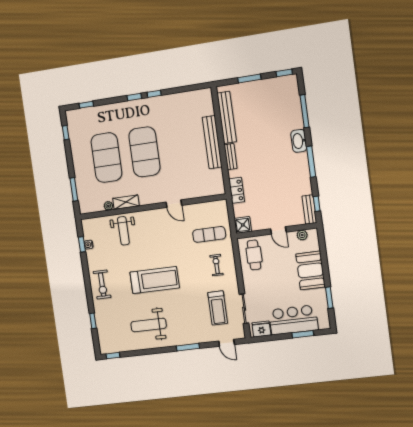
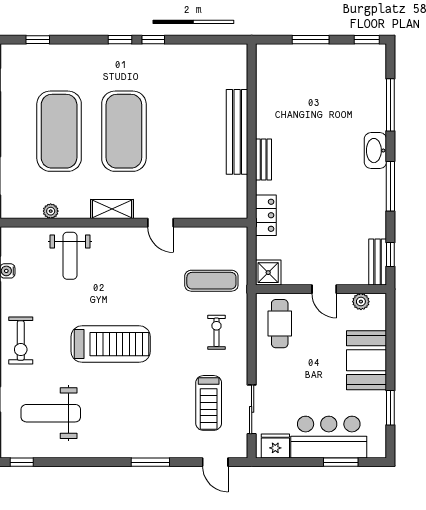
bench: (227, 117) -> (266, 96), removed
shelving: (126, 202) -> (112, 209), moved
weight bench: (149, 325) -> (51, 413), moved

